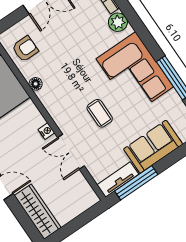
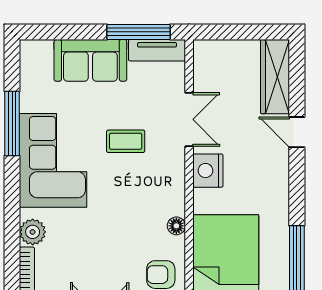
coffee table: (100, 113) -> (126, 141), turned 90
nightstand: (46, 131) -> (208, 171), width x1.89, depth x1.79

